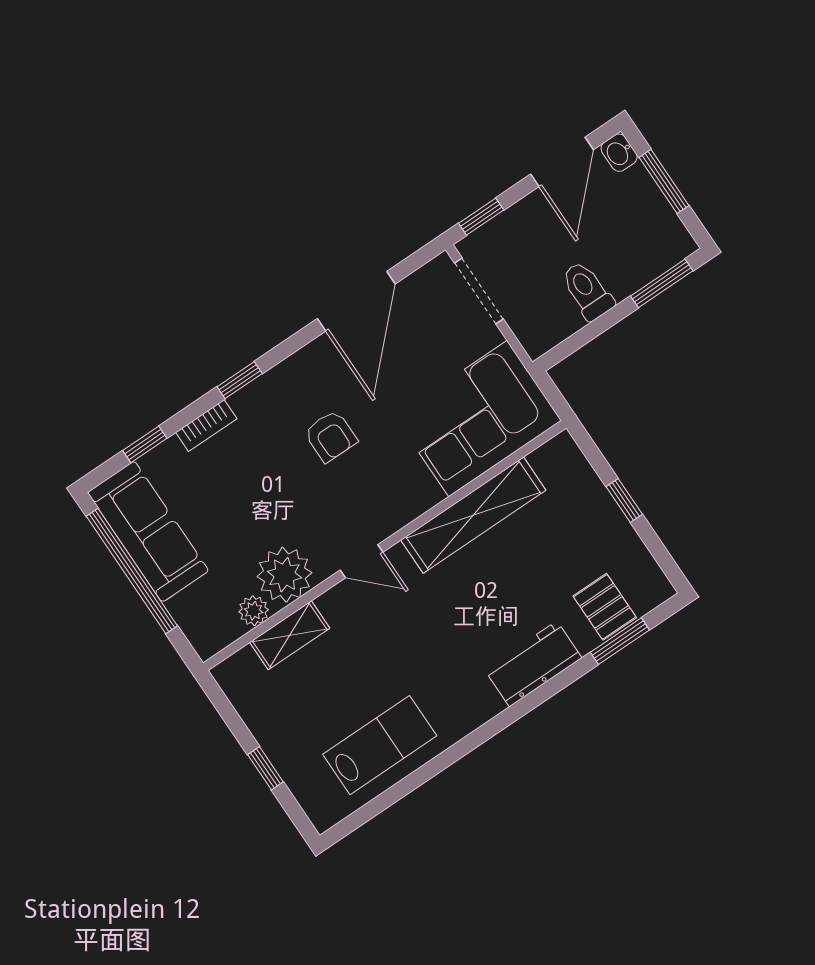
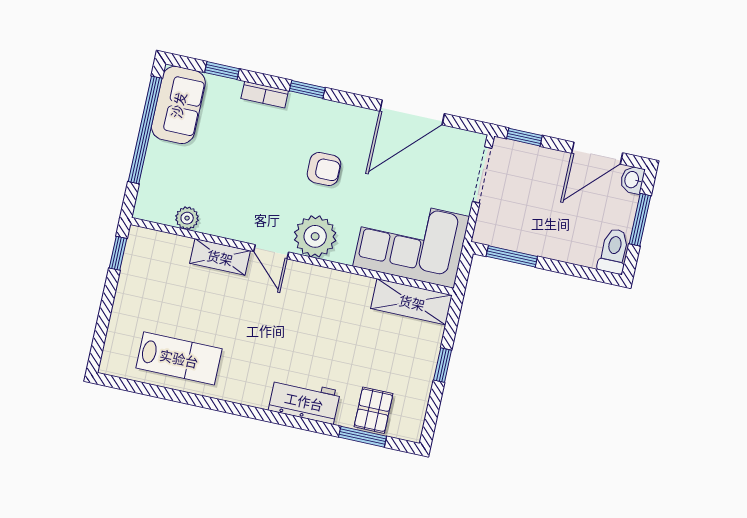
window: (662, 283) -> (512, 256), moved
toilet: (587, 291) -> (614, 251), moved
armchair: (331, 436) -> (324, 169), turned -90
shelving: (473, 515) -> (412, 302), moved, width x0.68
sofa: (148, 532) -> (178, 105), width x0.73
plant: (284, 575) -> (315, 236), moved
shelving: (290, 635) -> (220, 257), moved
window: (265, 768) -> (118, 253), moved

